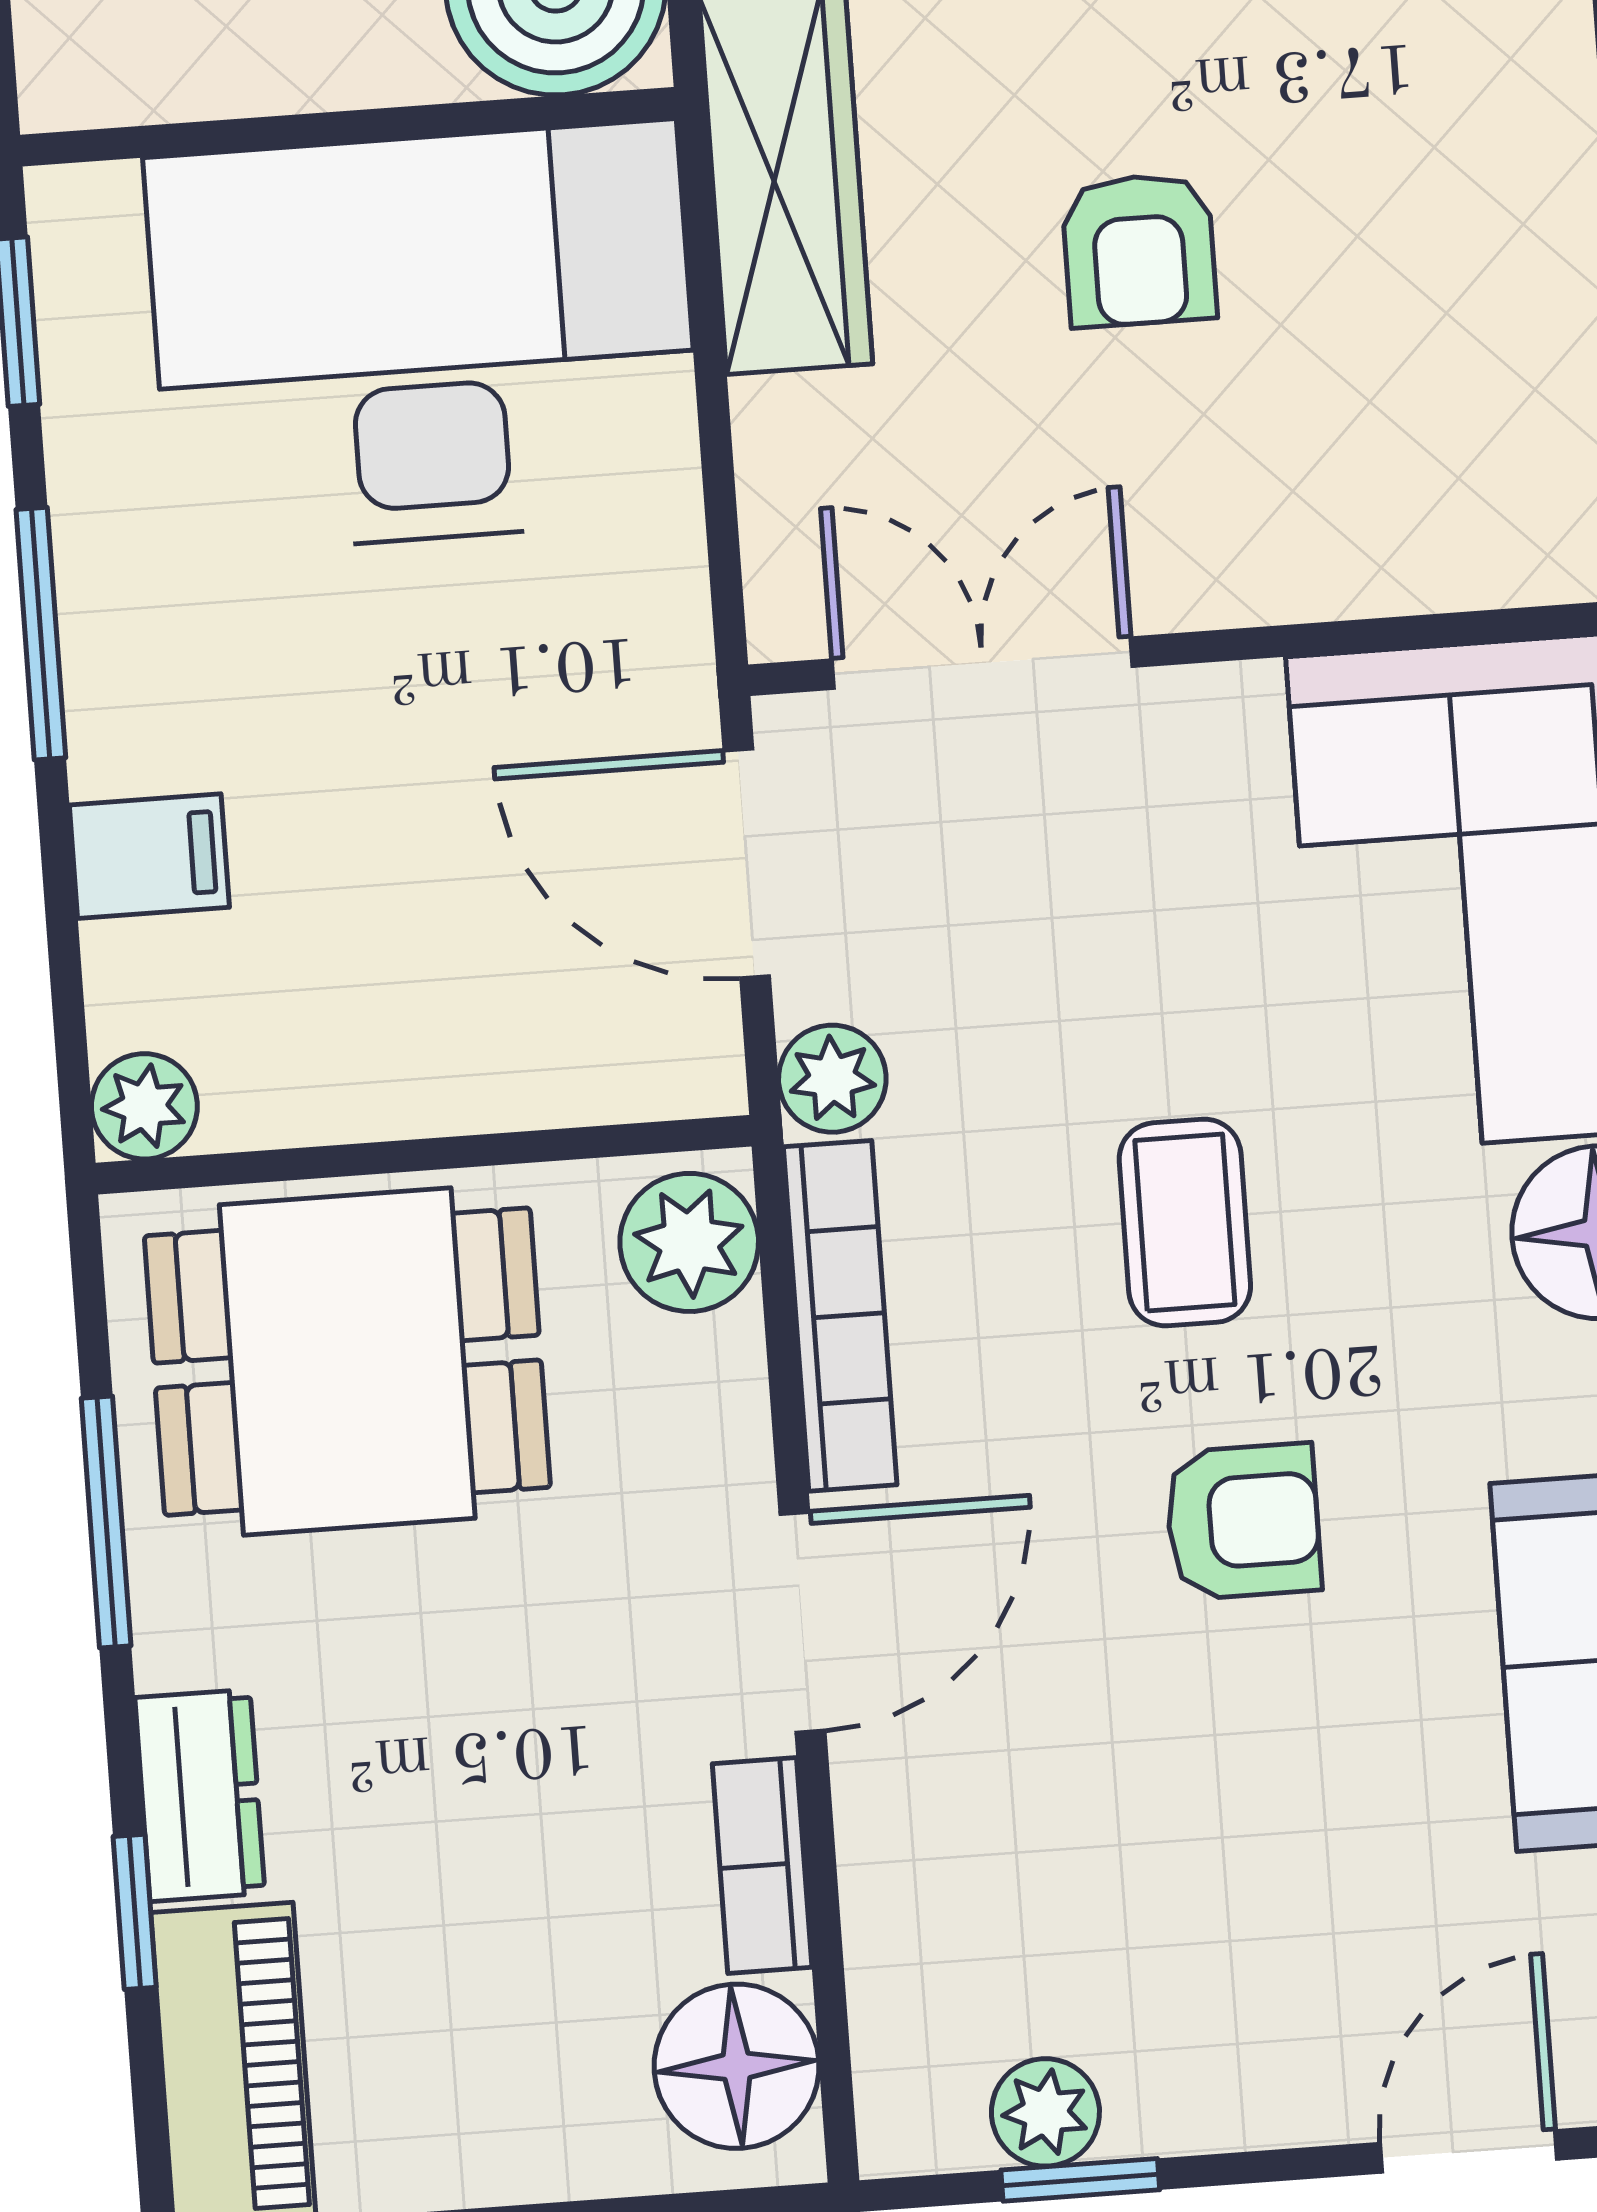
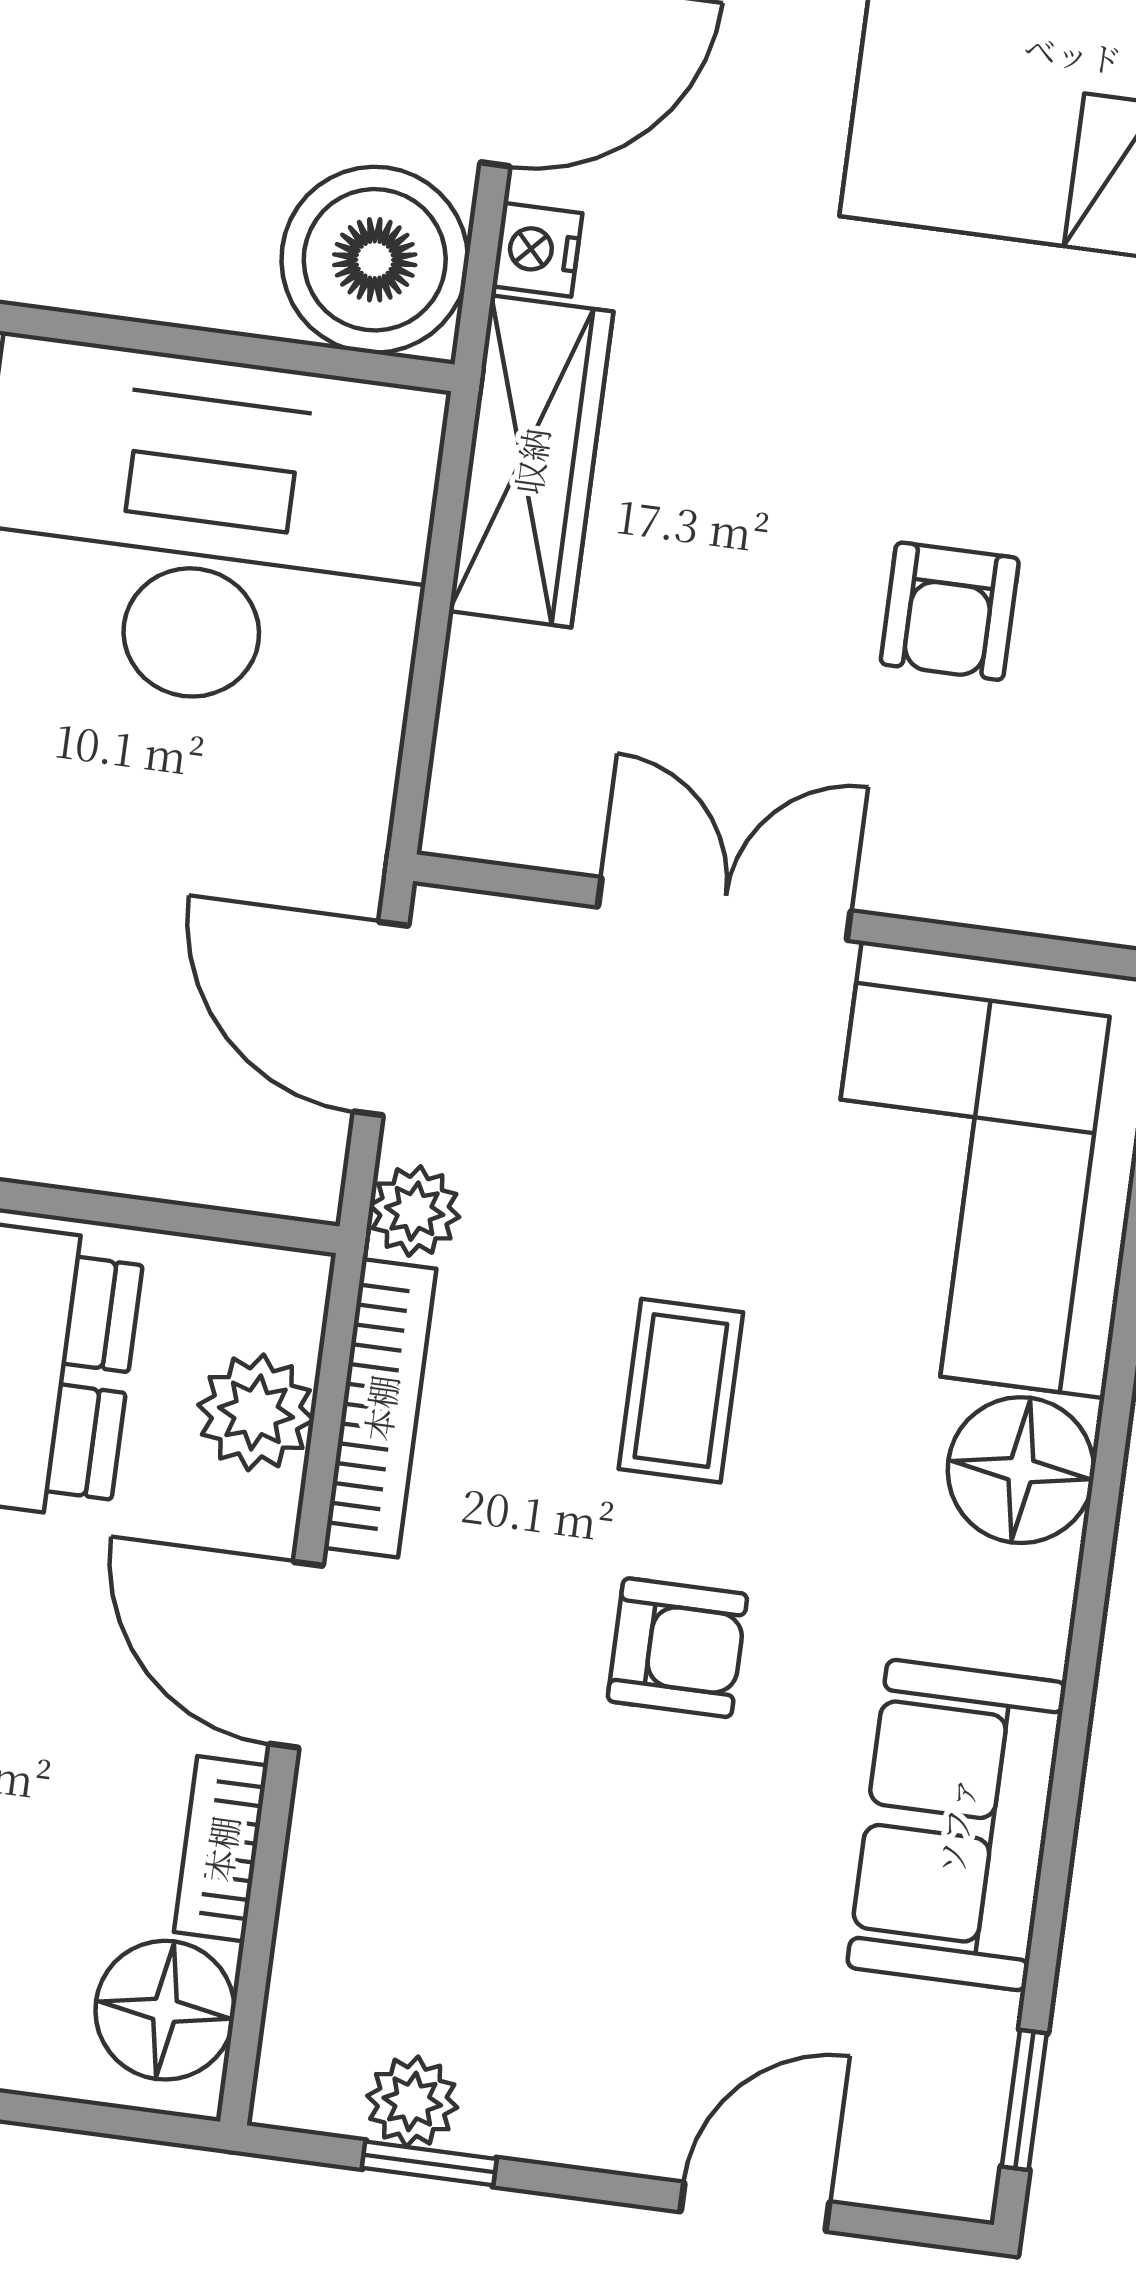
armchair: (1139, 250) -> (950, 611), moved
double door: (982, 663) -> (724, 909), moved
plant: (689, 1242) -> (256, 1412), moved
door: (802, 1622) -> (296, 1655), swing flipped

